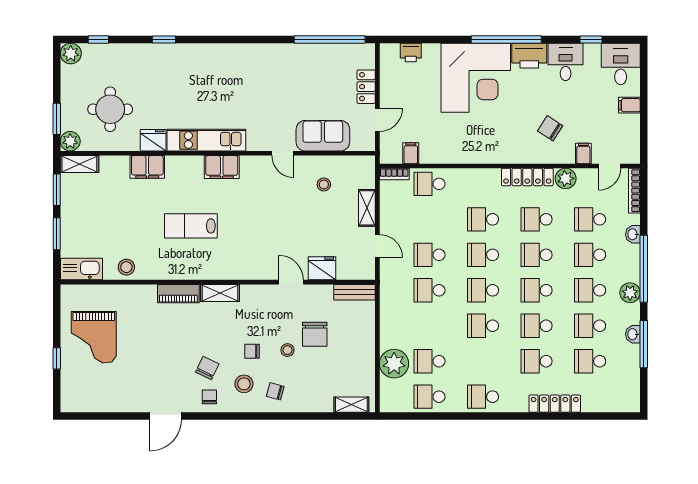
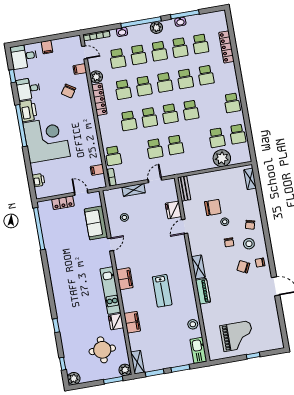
locker: (555, 404) -> (226, 47), moved

